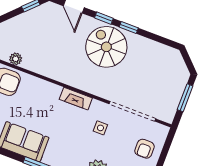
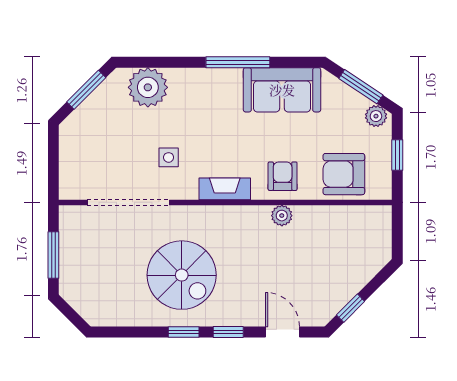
spiral stairs: (106, 47) -> (182, 275), moved
plant: (16, 59) -> (282, 216), moved
armchair: (145, 149) -> (283, 176), moved

